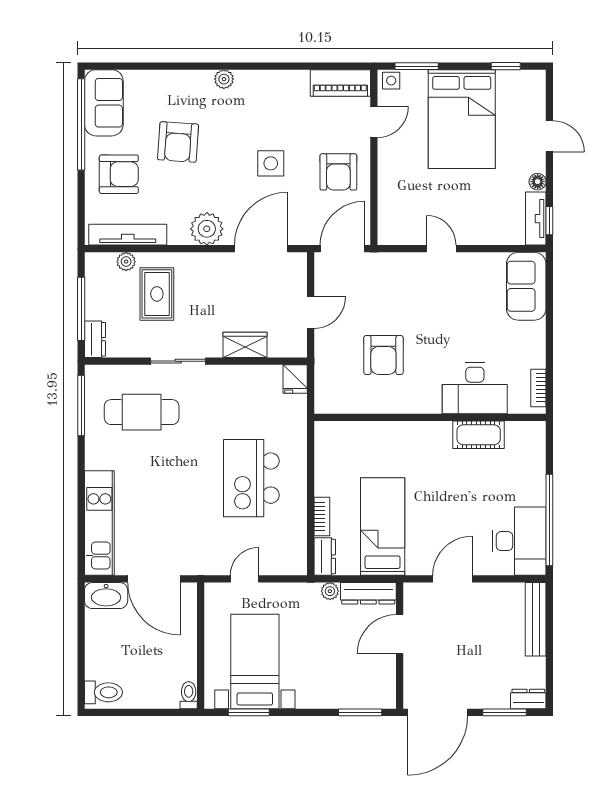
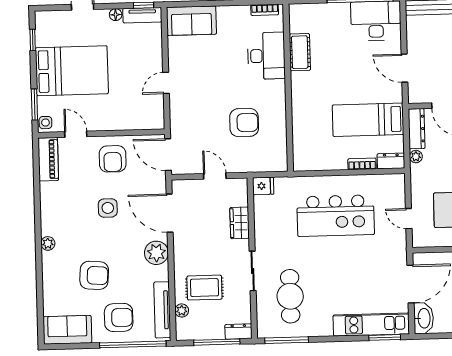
window: (81, 124) -> (133, 344), moved
armchair: (338, 172) -> (113, 159), turned 90
armchair: (119, 174) -> (119, 318), turned 90
kitchen island: (251, 478) -> (336, 216), width x1.37
window: (81, 541) -> (385, 337), added

